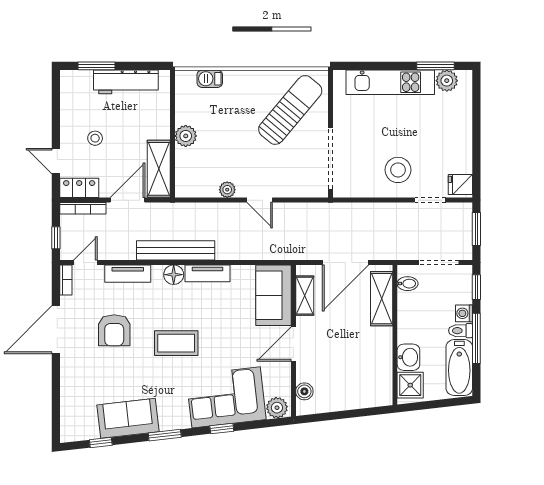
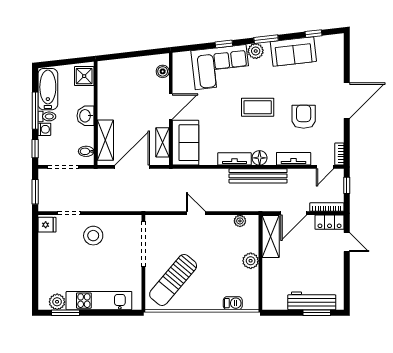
workbench: (126, 82) -> (312, 301), moved
stool: (95, 138) -> (318, 259), removed
plant: (227, 190) -> (240, 221), moved
door: (56, 330) -> (347, 101), moved
washbasin: (408, 357) -> (85, 116), moved
plant: (277, 408) -> (256, 51), moved

